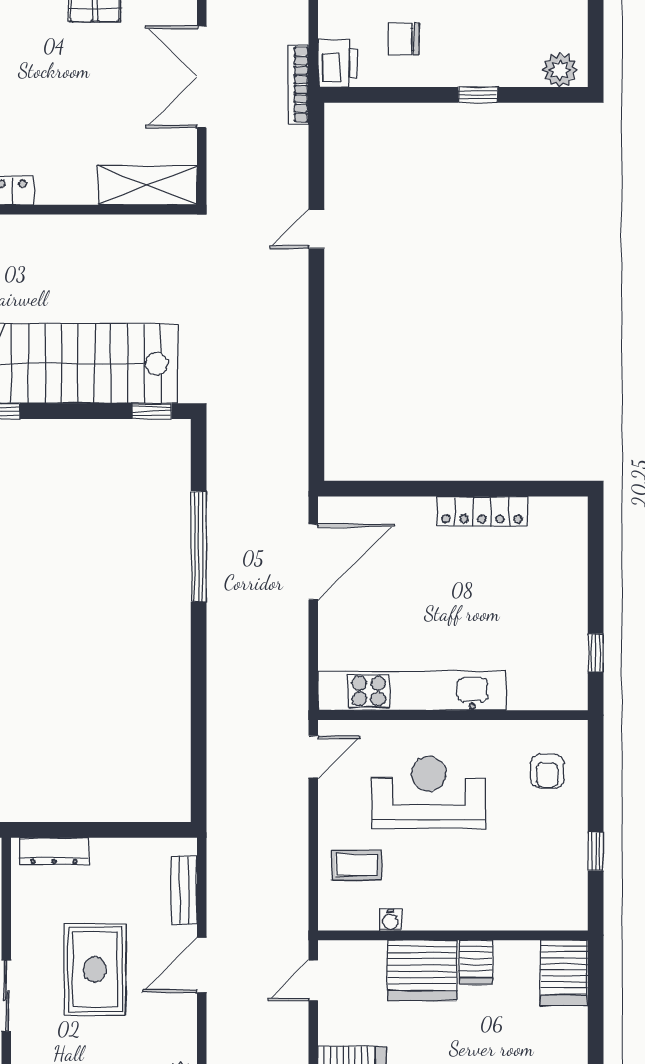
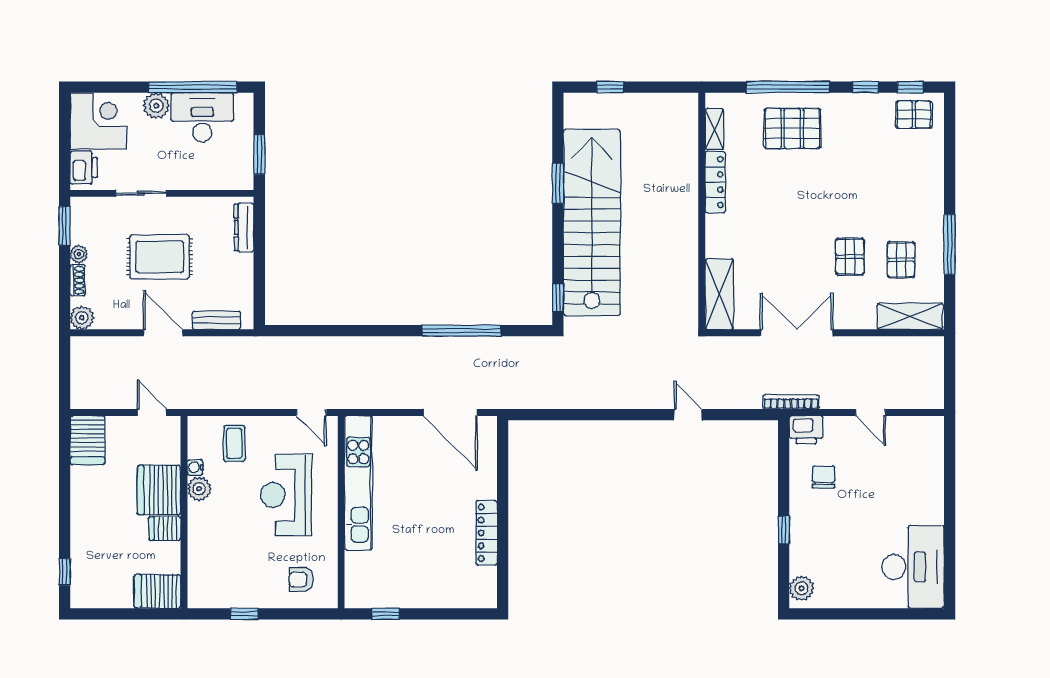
reception desk: (429, 792) -> (286, 495), turned 180
plant: (420, 914) -> (199, 489), added

